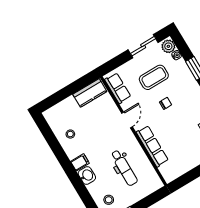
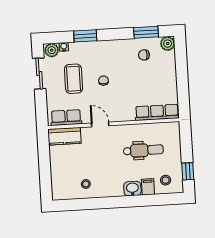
kitchen counter: (90, 93) -> (64, 136), moved, turned 90
row of seats: (152, 146) -> (157, 112), moved
filing cabinet: (80, 162) -> (148, 187), moved

